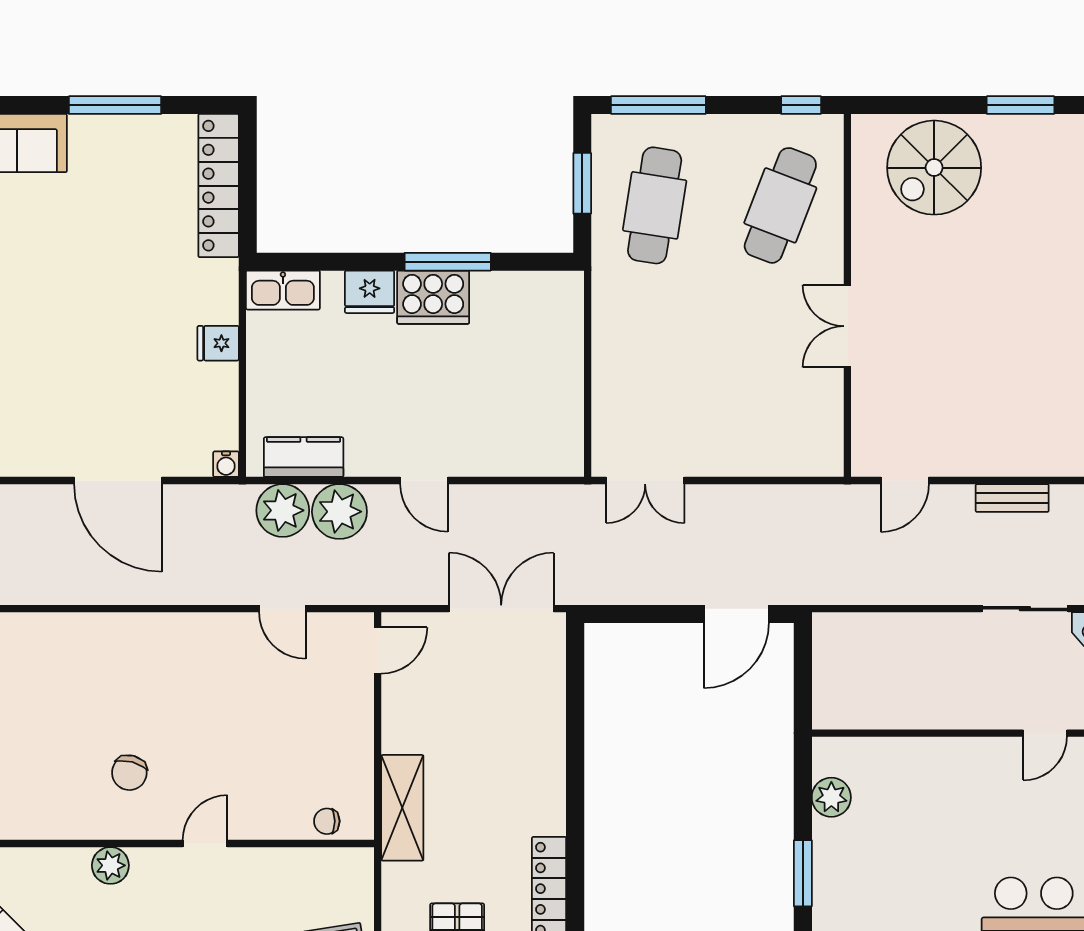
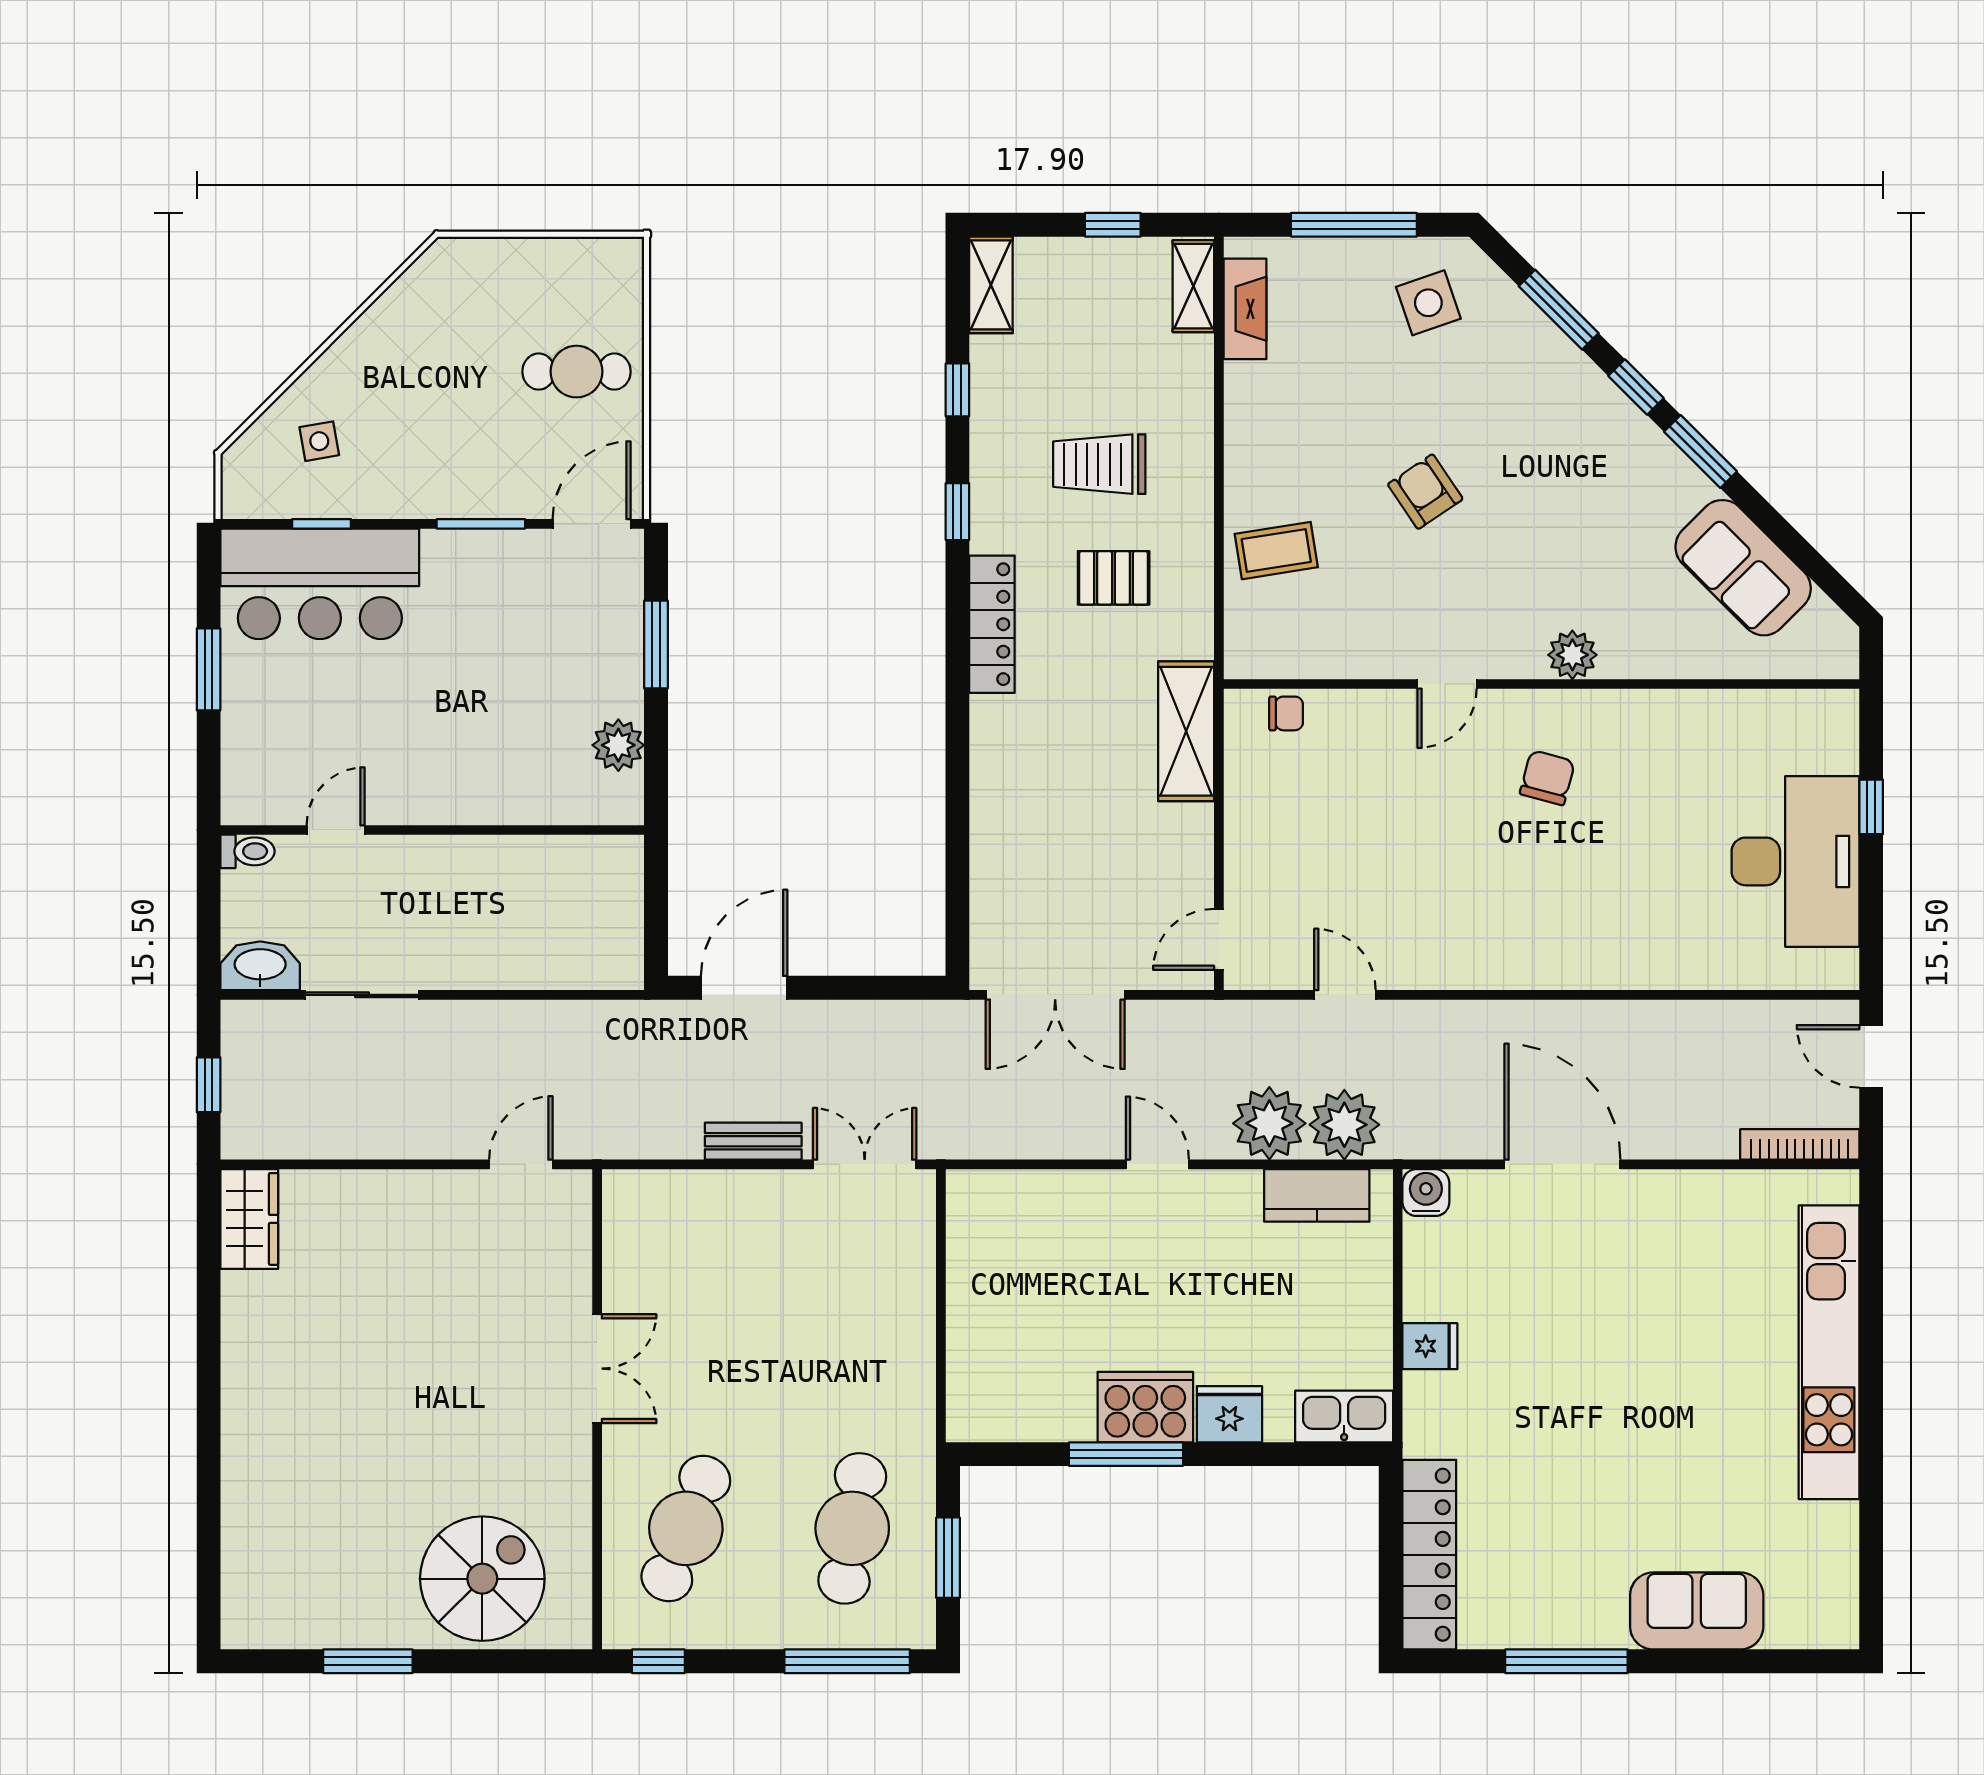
water cooler: (226, 464) -> (1426, 1193), width x1.38, depth x1.38
bench: (1012, 498) -> (753, 1141), moved

